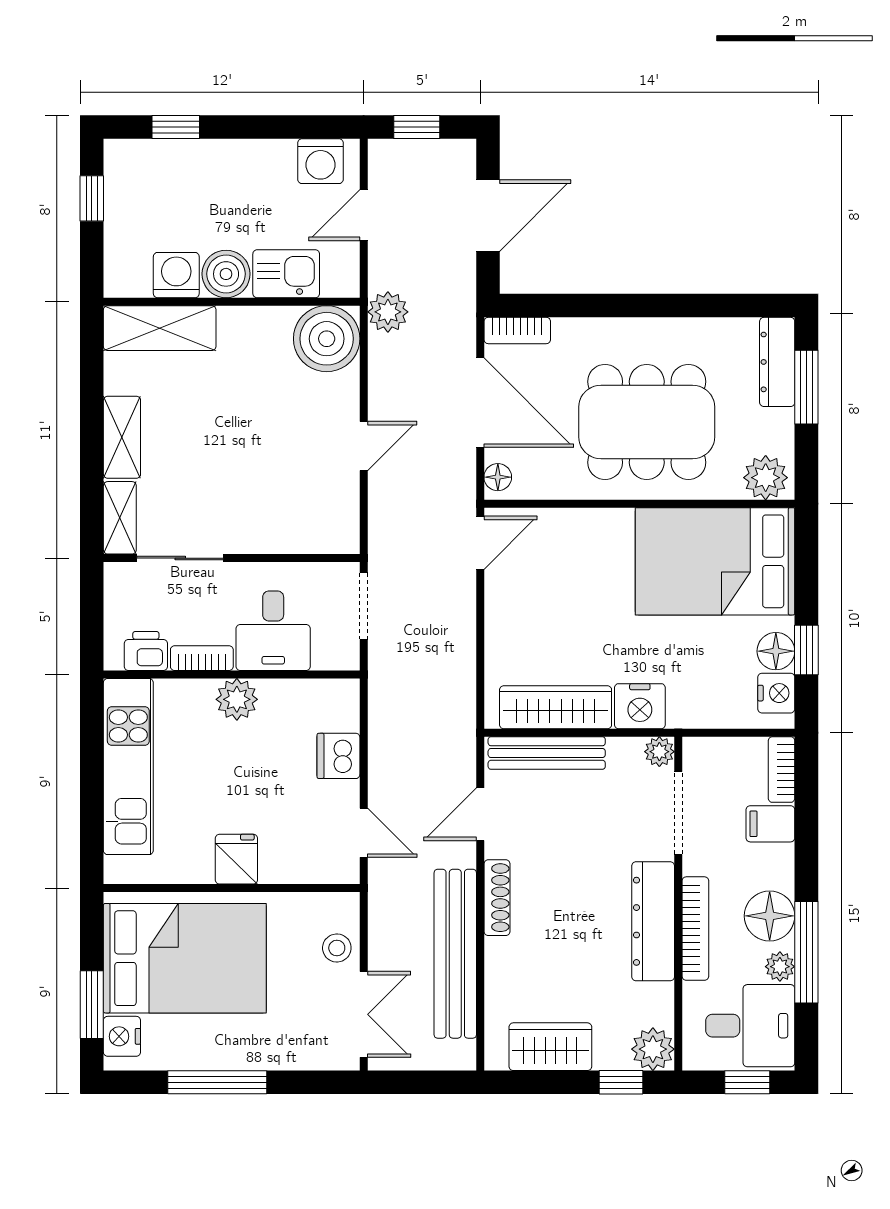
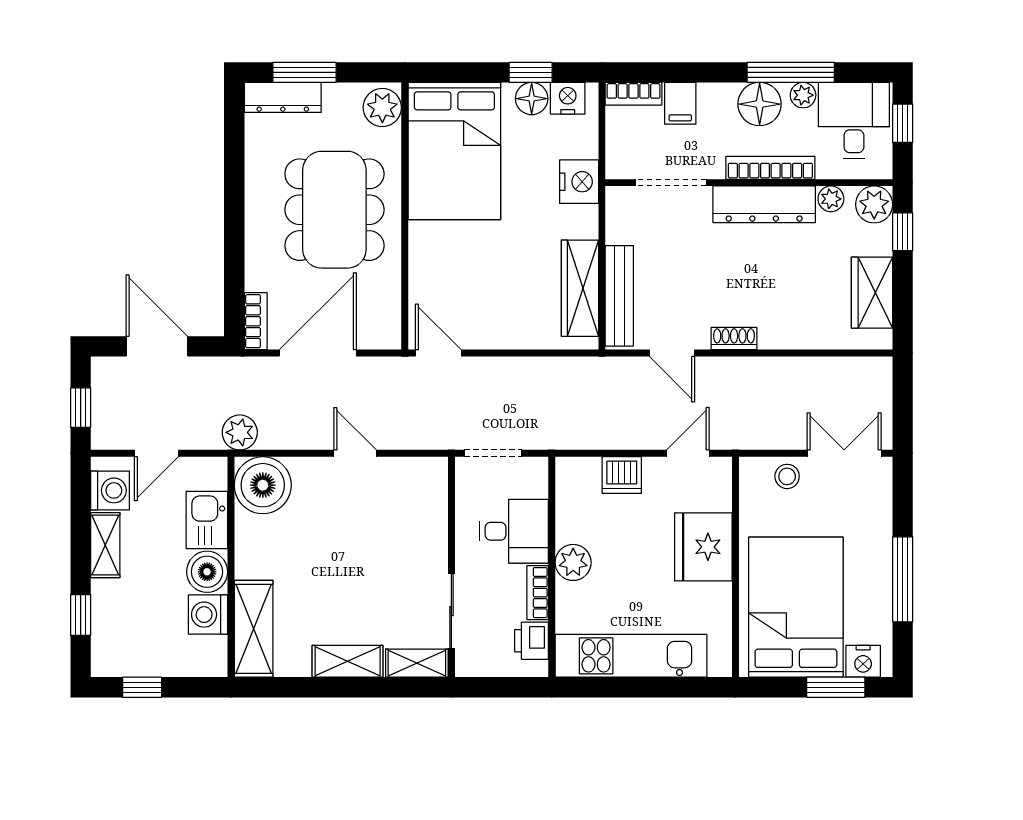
shelving: (257, 156) -> (105, 545), added
door: (364, 215) -> (156, 453), hinge flipped
floor lamp: (498, 477) -> (382, 338), removed
nightstand: (640, 706) -> (579, 182), moved
plant: (659, 752) -> (831, 199), moved
fridge: (236, 859) -> (703, 547), width x1.88, depth x1.34
shoe rack: (497, 898) -> (734, 339), width x0.70
bench: (455, 954) -> (792, 375), removed

